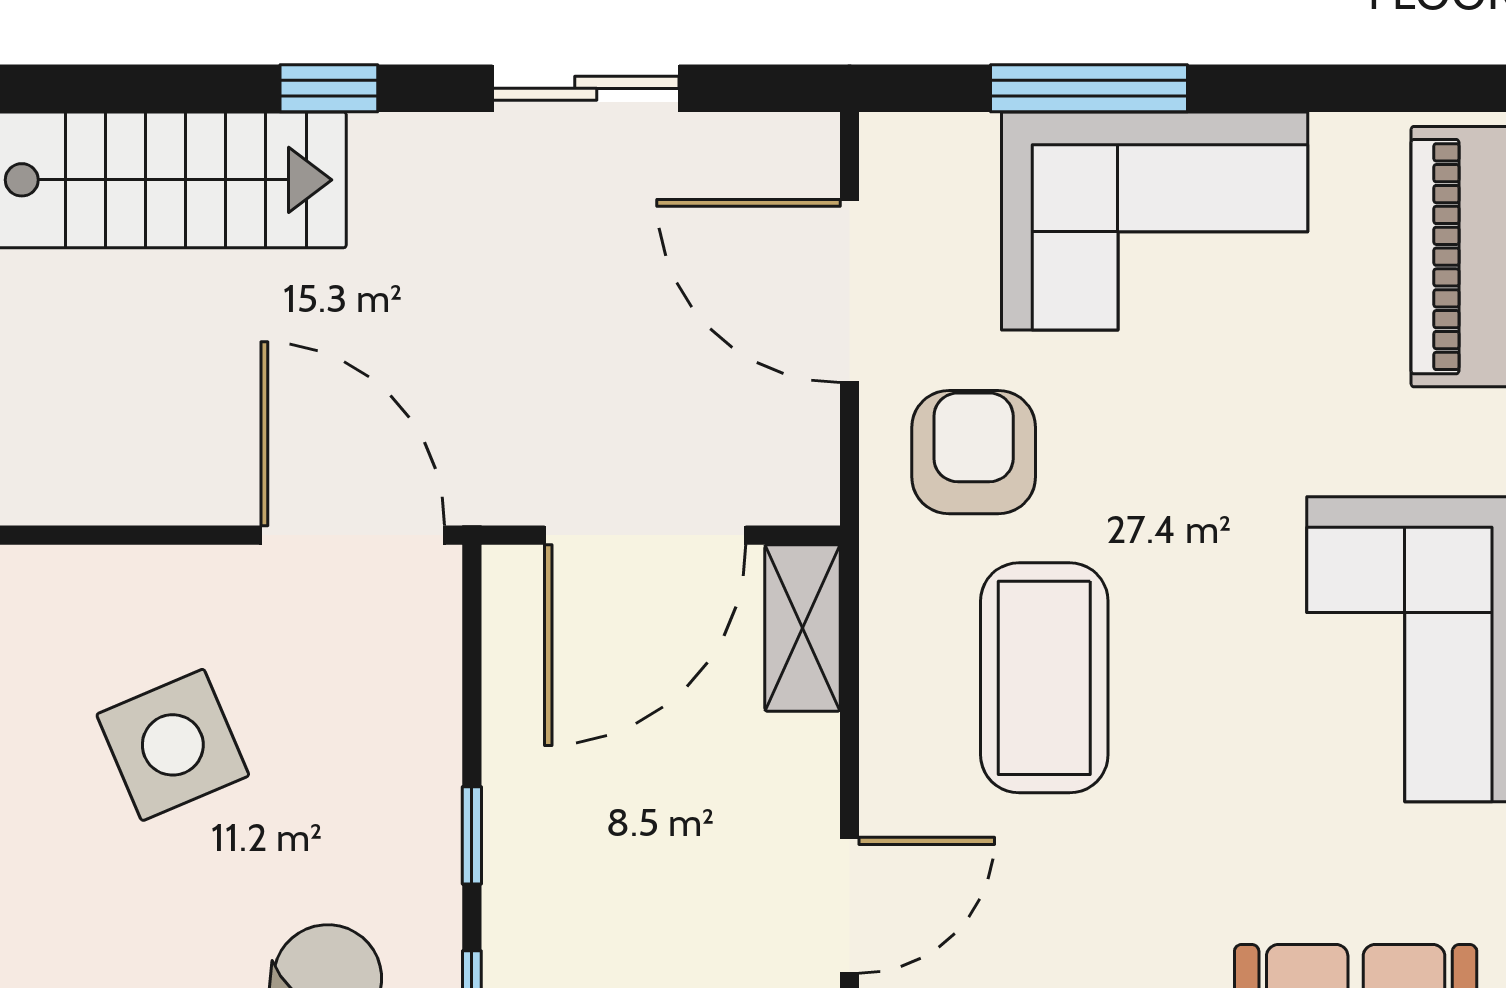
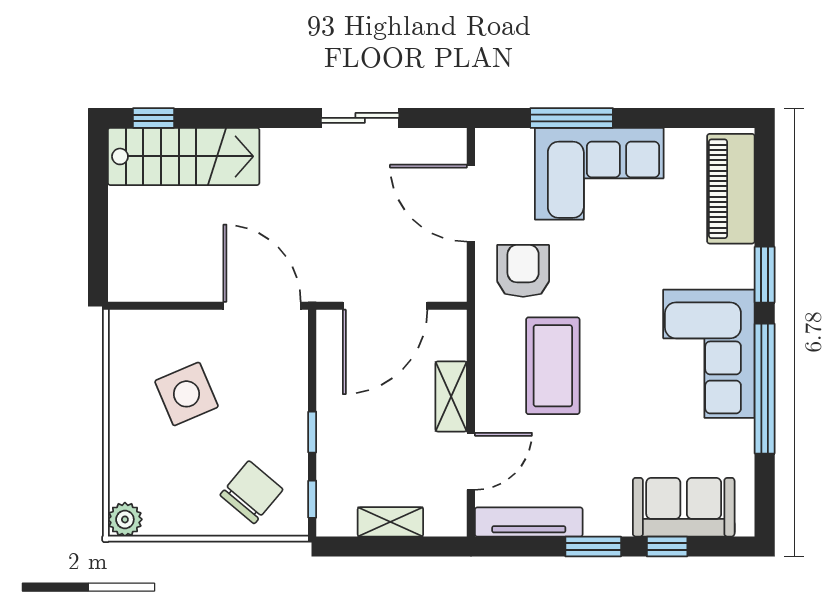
window: (329, 88) -> (154, 118), moved
shelving: (803, 628) -> (451, 396), moved

